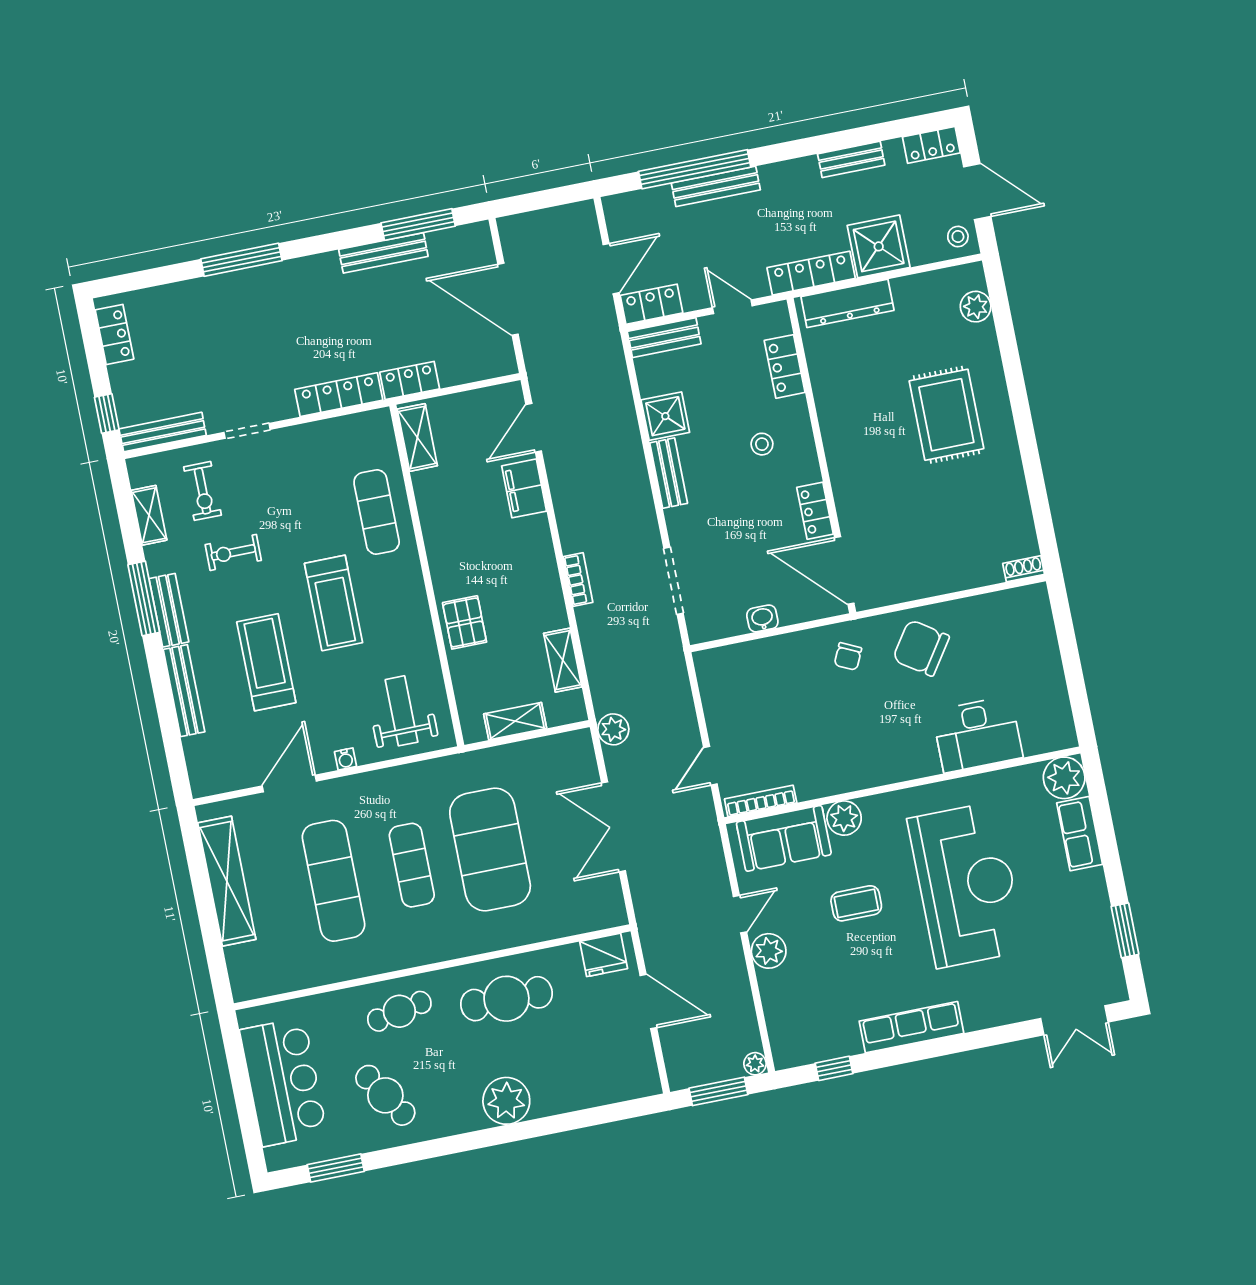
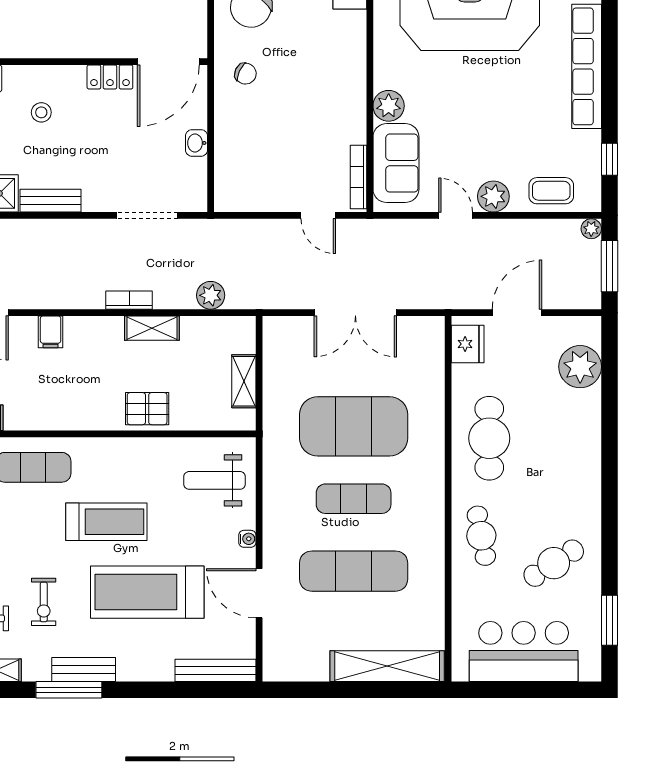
filing cabinet: (524, 488) -> (51, 332), width x0.50
shelving: (563, 660) -> (152, 328), moved
treadmill: (266, 662) -> (147, 592), width x1.37, depth x1.38
bench: (184, 691) -> (216, 670), moved
plant: (613, 729) -> (211, 295), moved
shelving: (227, 881) -> (387, 666), moved
coffee table: (856, 903) -> (551, 191), moved, turned 90
row of seats: (911, 1027) -> (587, 66), width x1.36
plant: (506, 1101) -> (580, 367), moved

